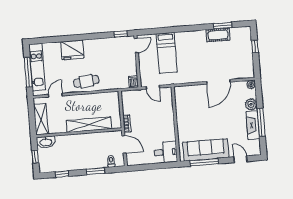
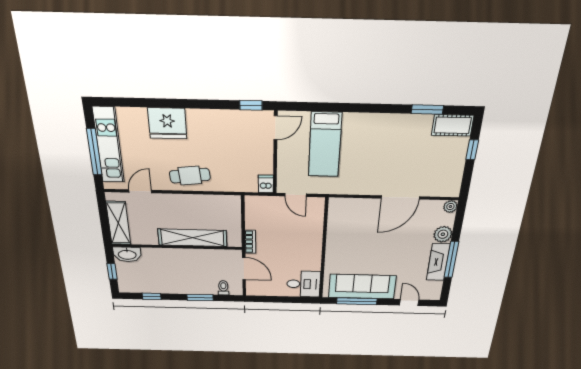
cot: (218, 35) -> (453, 125), moved

